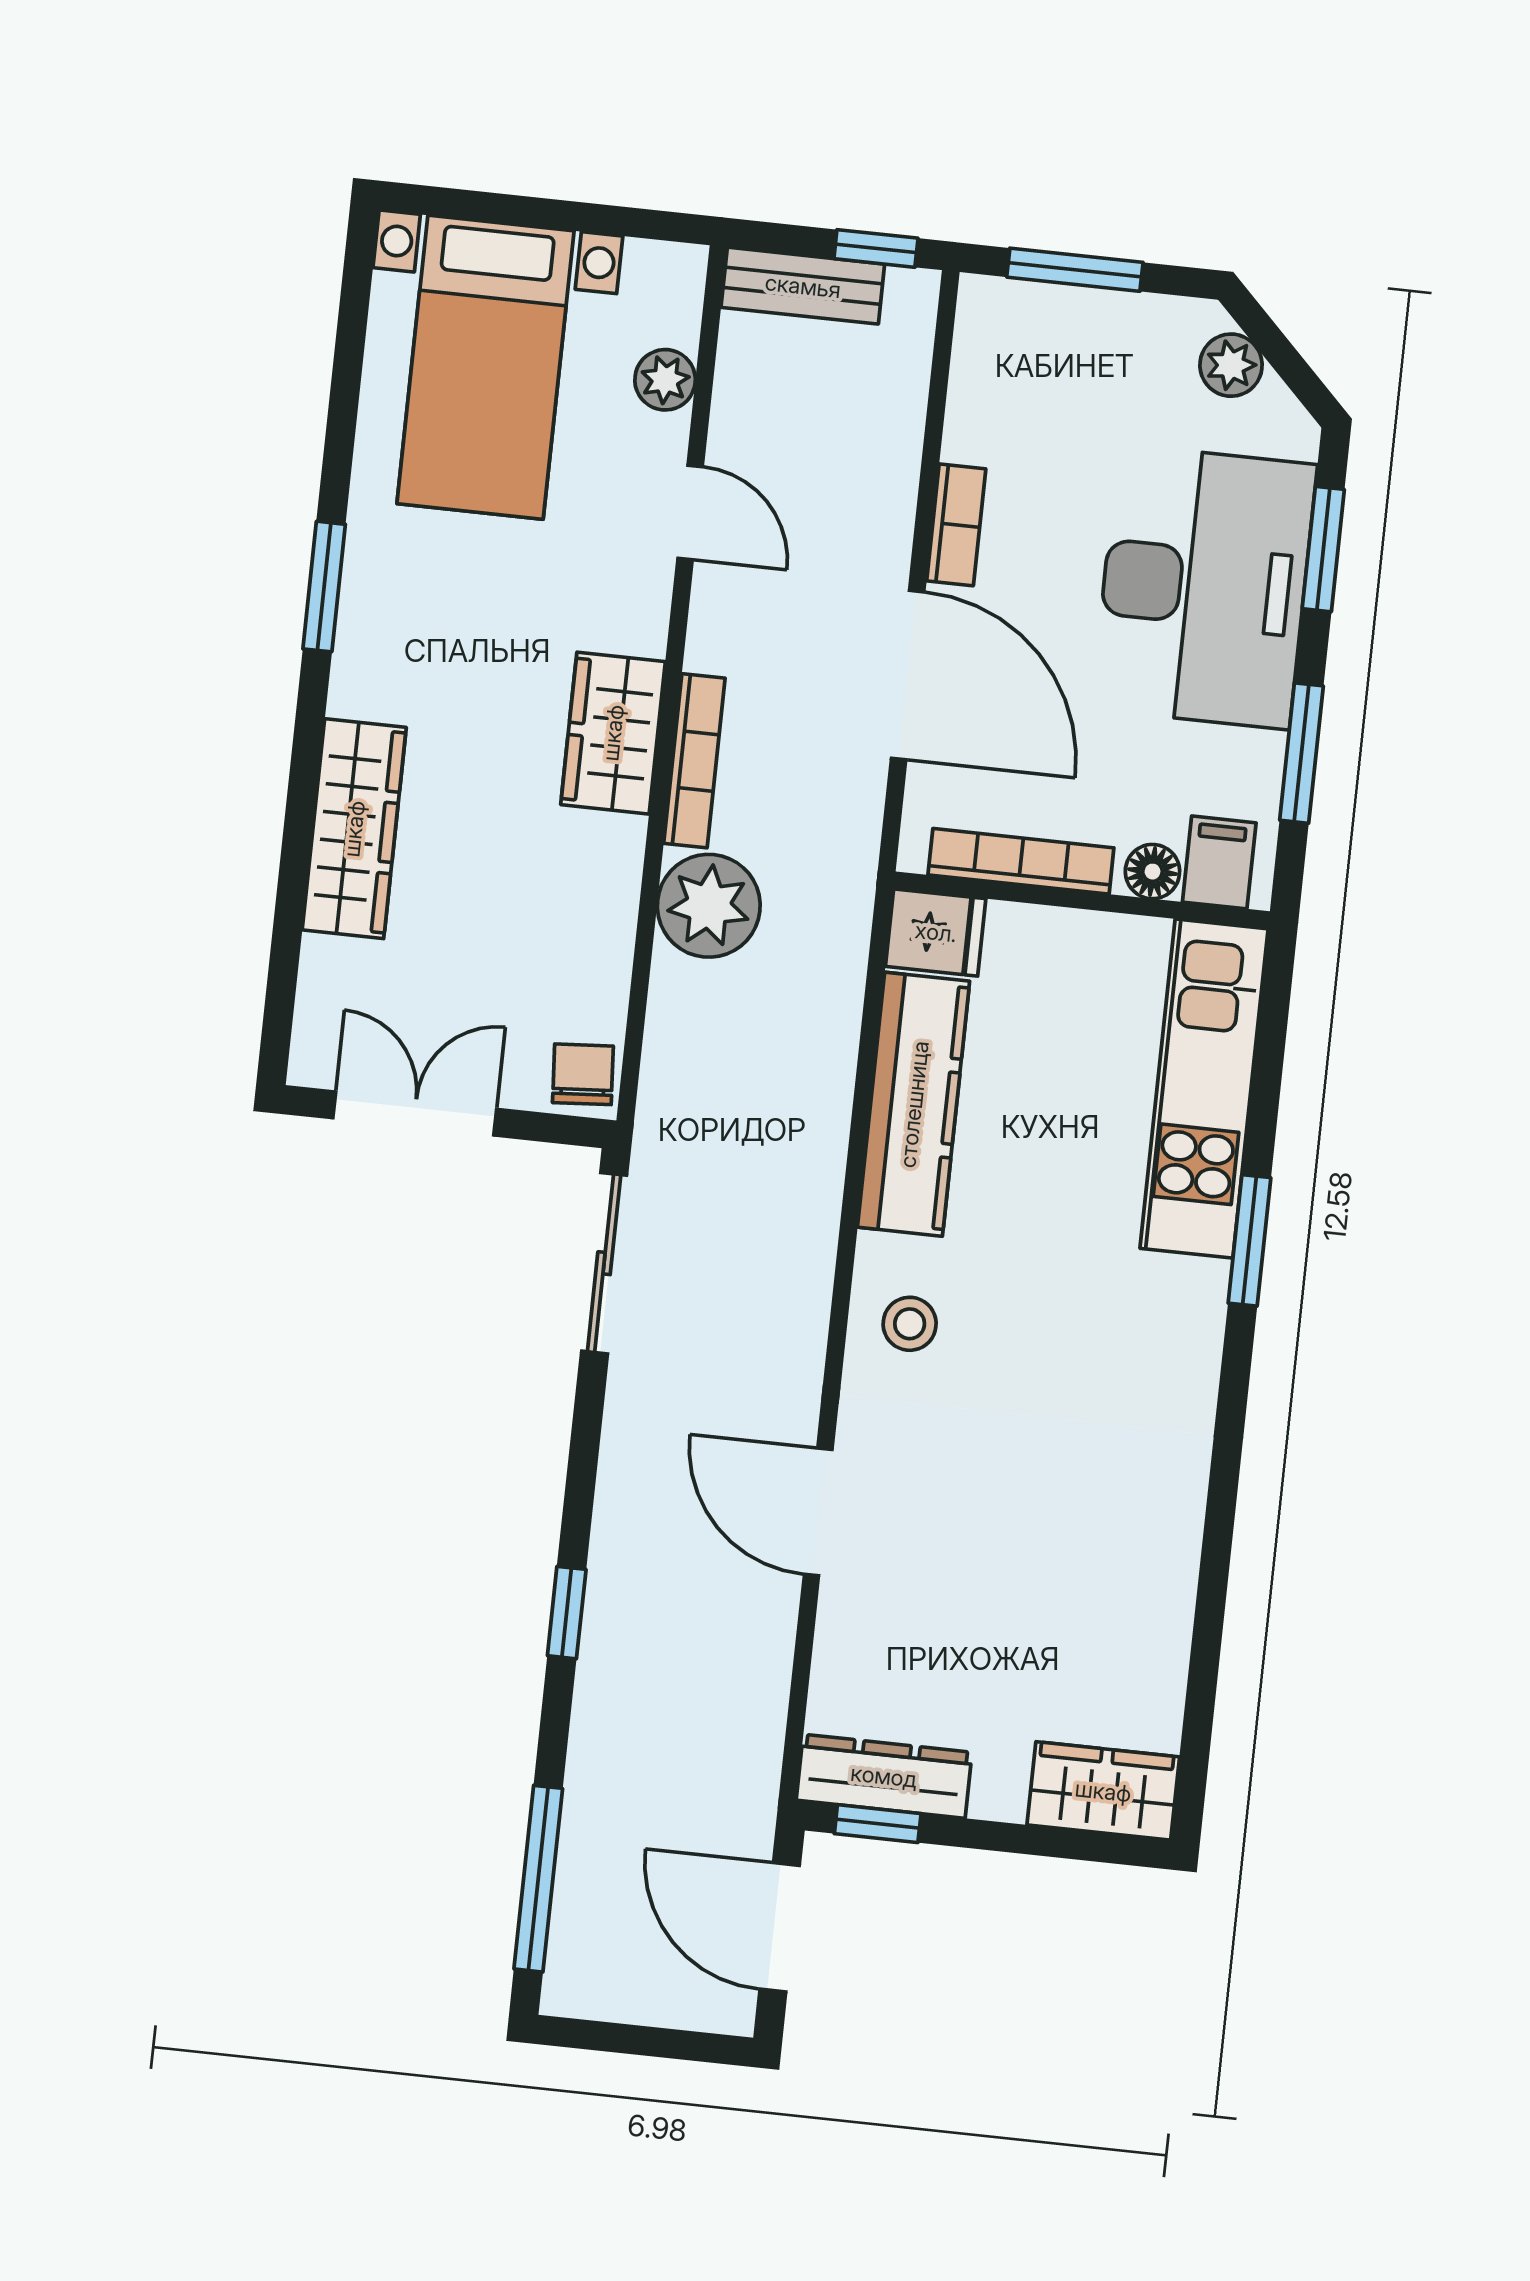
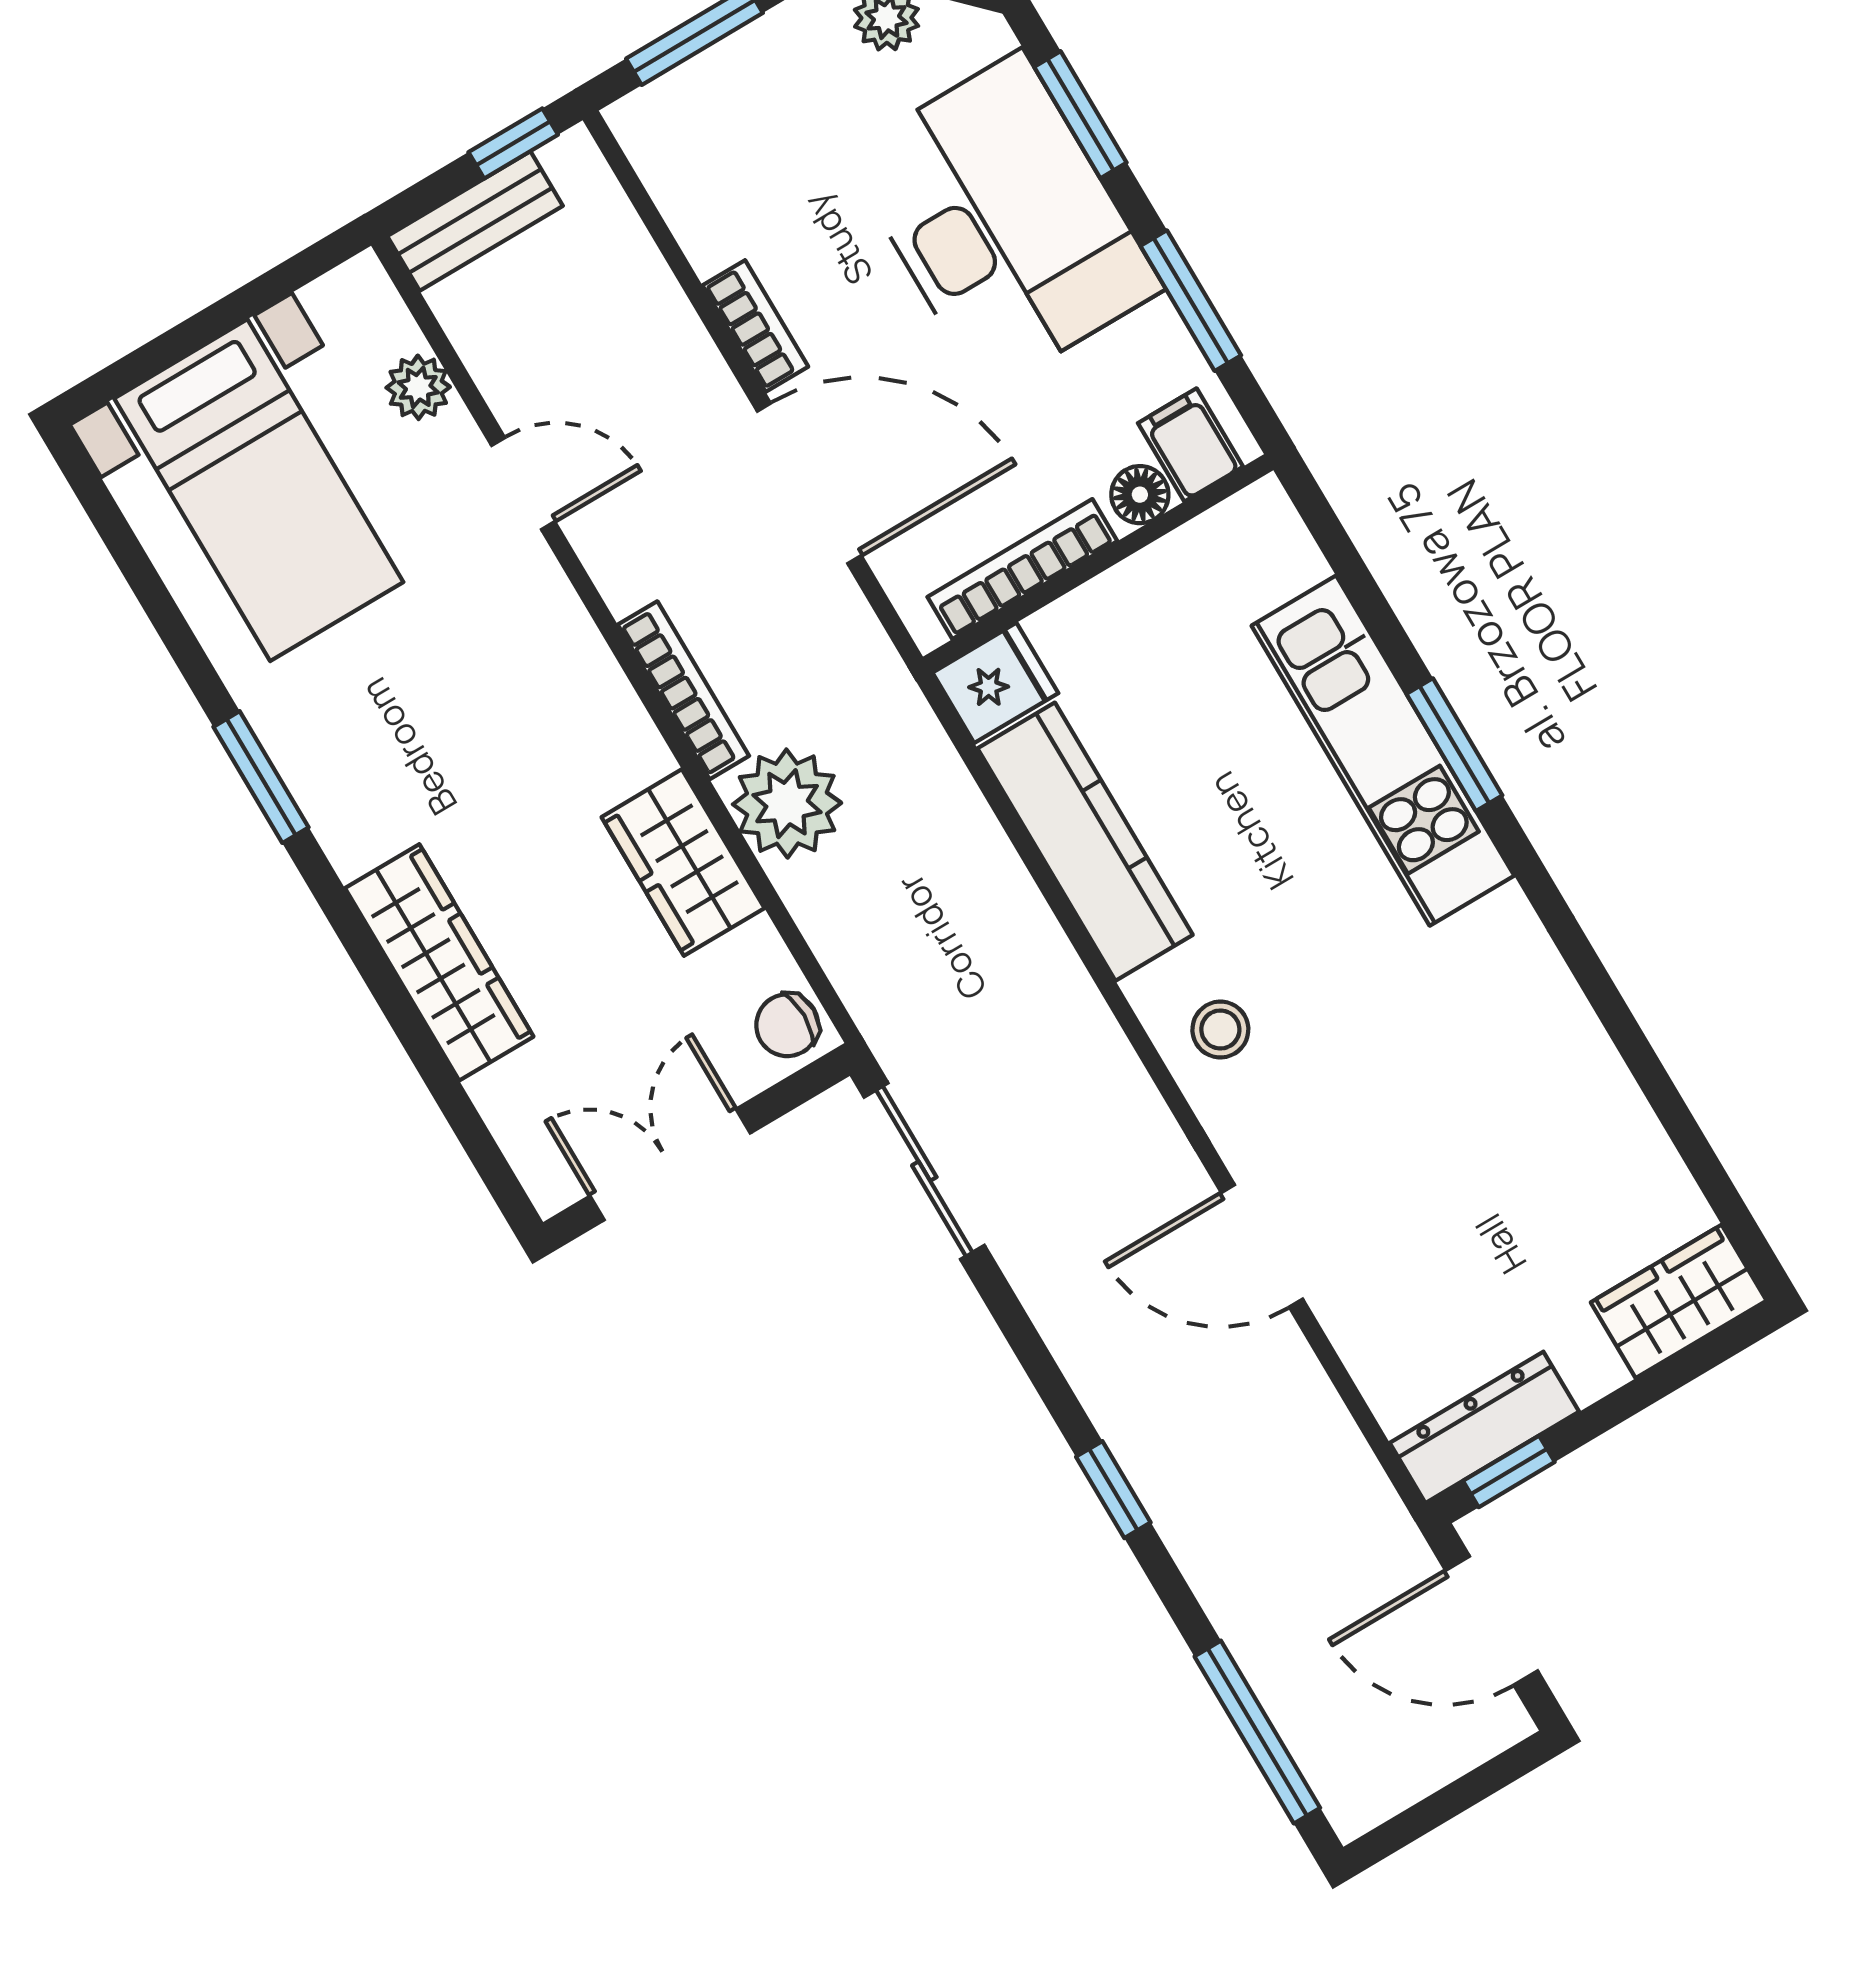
wardrobe: (613, 733) -> (683, 863), moved
chair: (583, 1074) -> (787, 1025), turned -86
kitchen unit: (1204, 1089) -> (1383, 751), moved

